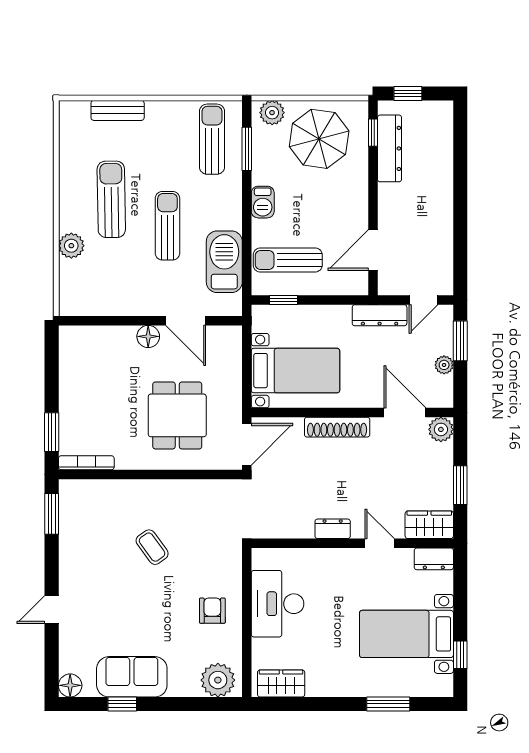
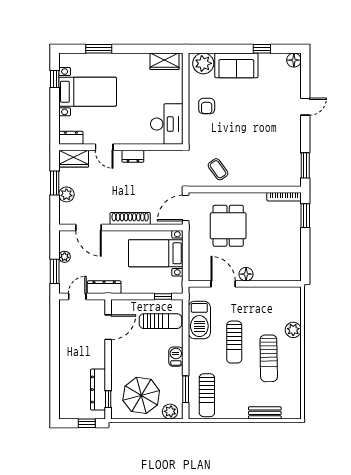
plant: (441, 429) -> (66, 194), moved
coffee table: (152, 547) -> (218, 169), moved
desk: (278, 604) -> (167, 124), moved
sofa: (132, 677) -> (236, 65), moved

